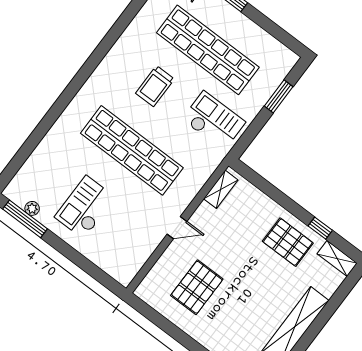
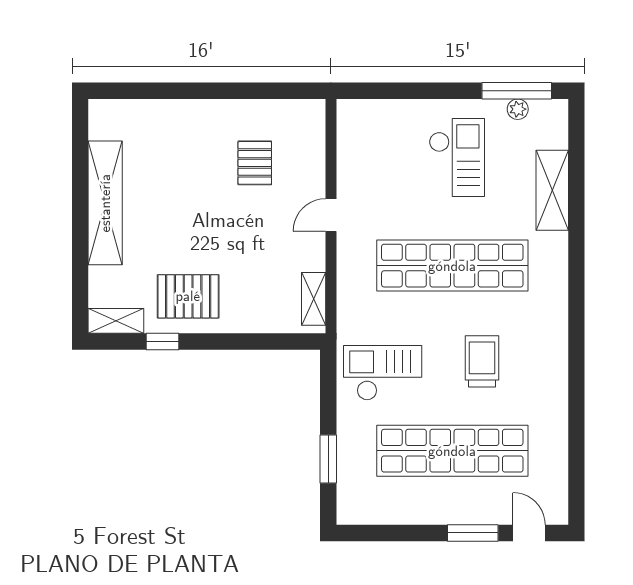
checkout: (214, 121) -> (383, 373), turned 180
shelving: (47, 150) -> (552, 190), added
pallet: (197, 287) -> (255, 163), width x0.67, depth x0.71

